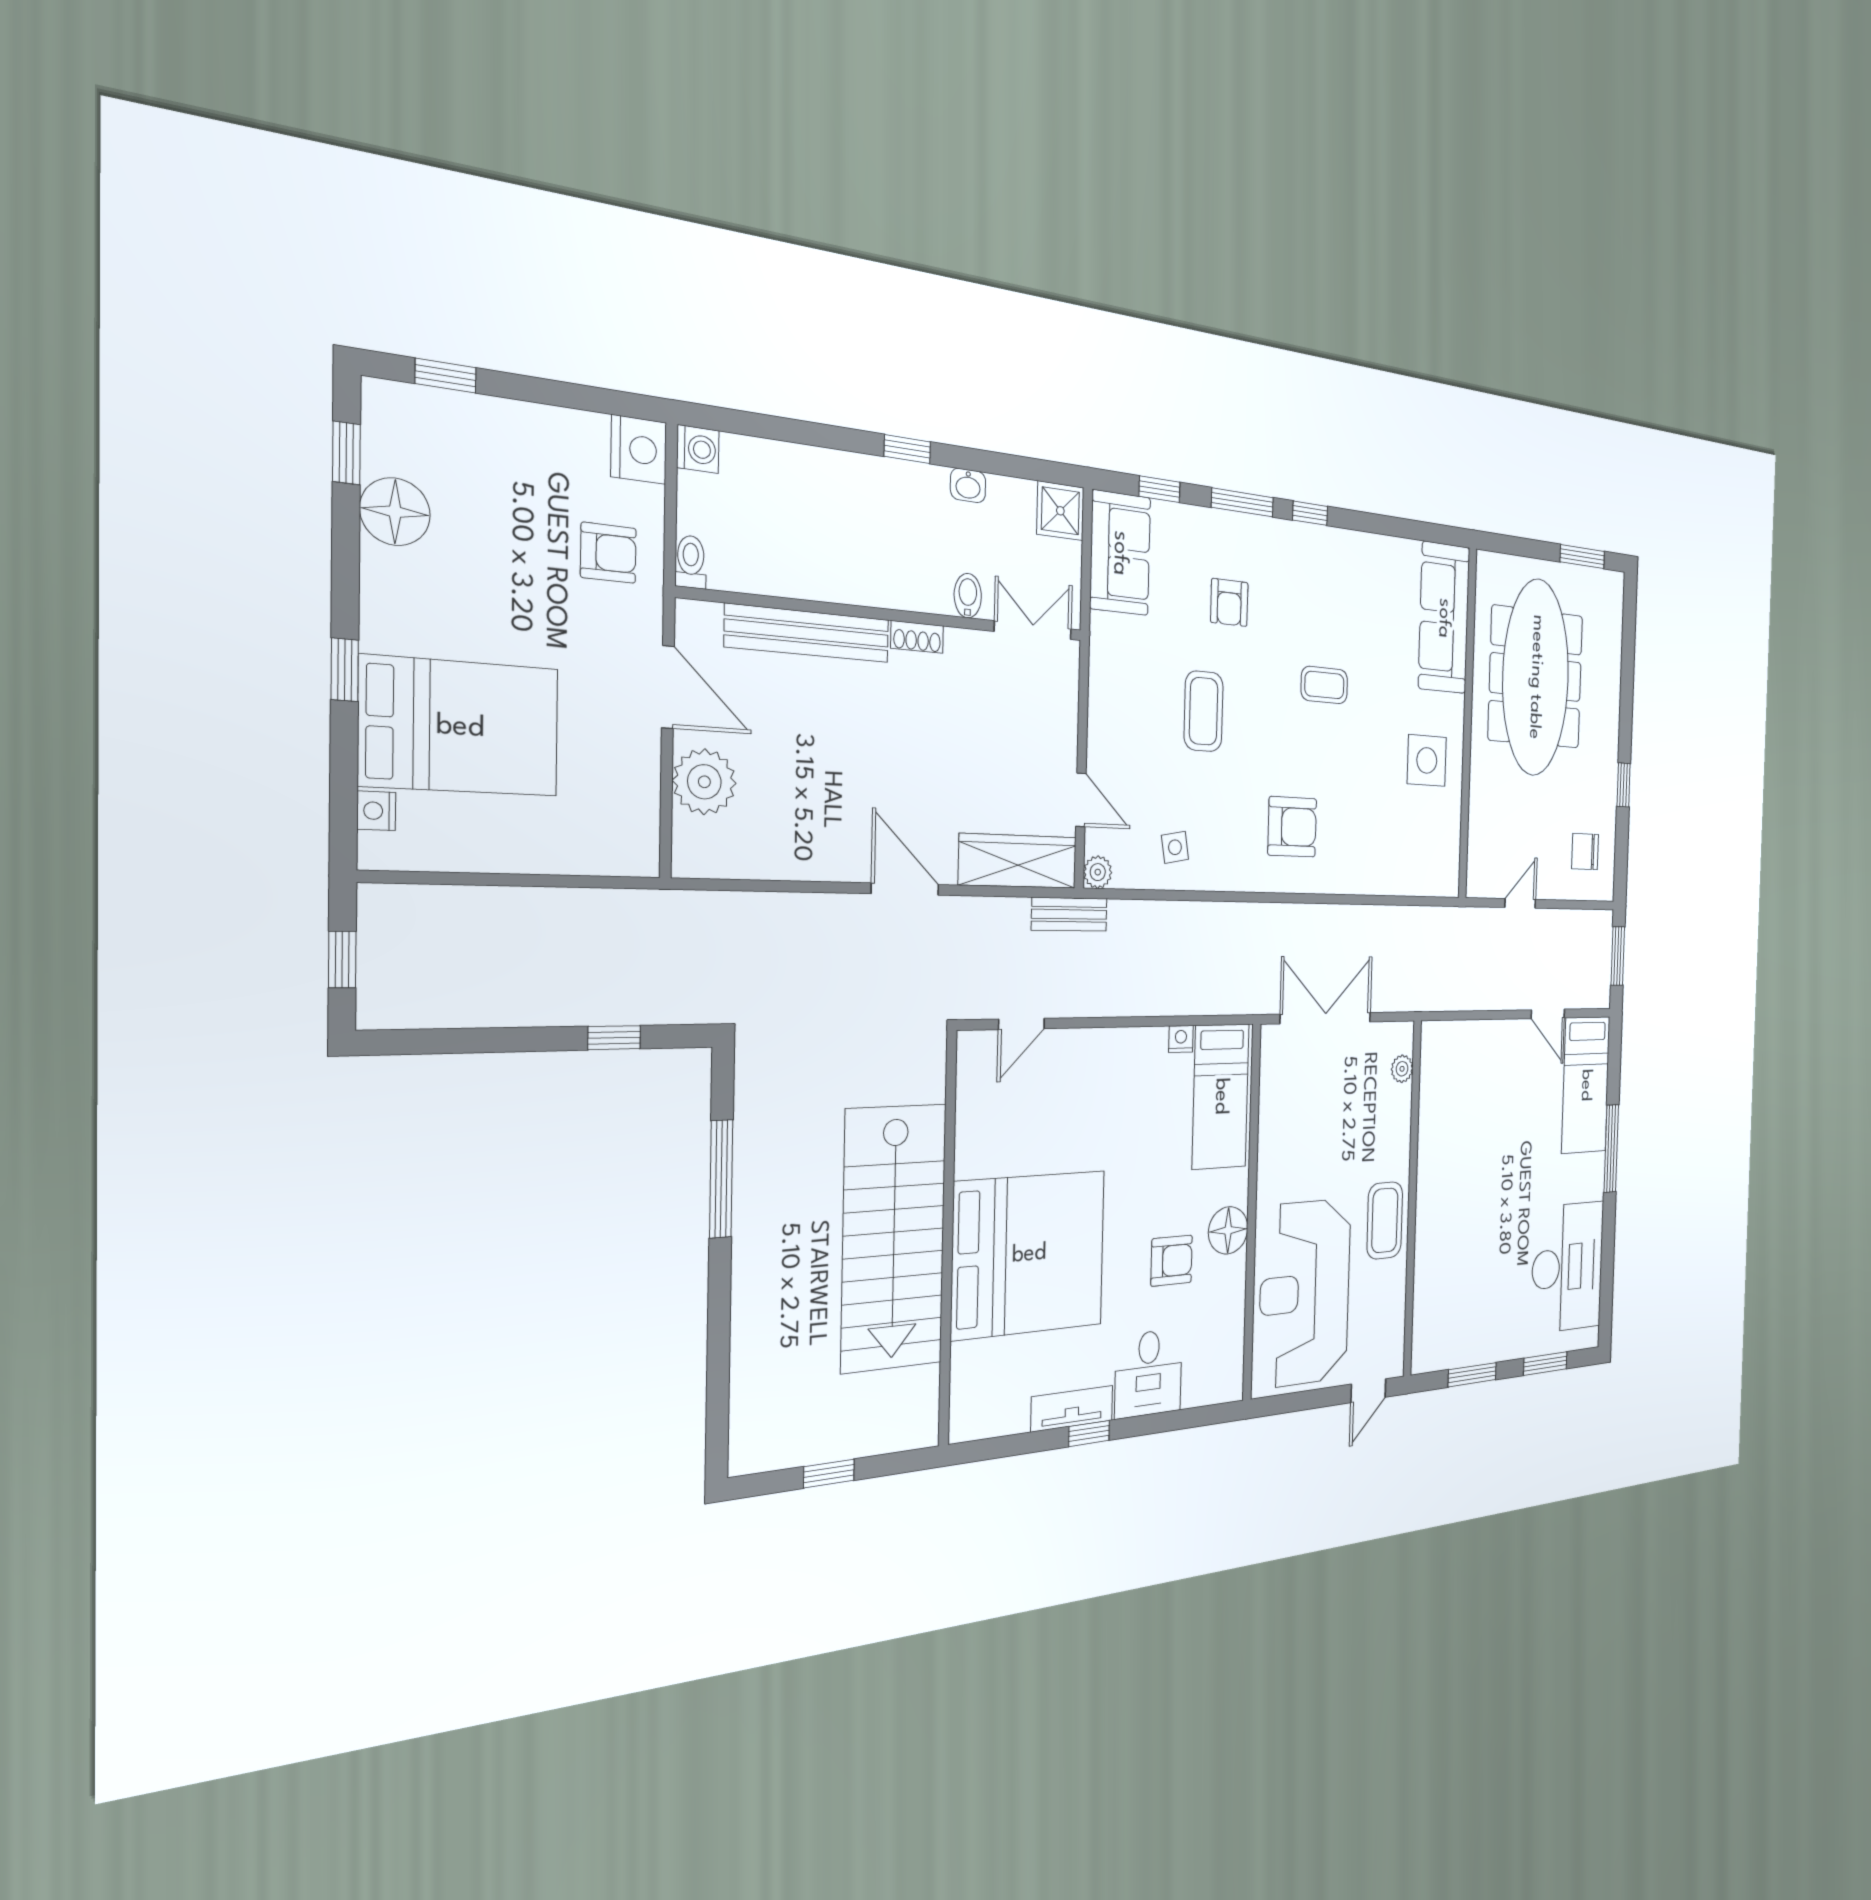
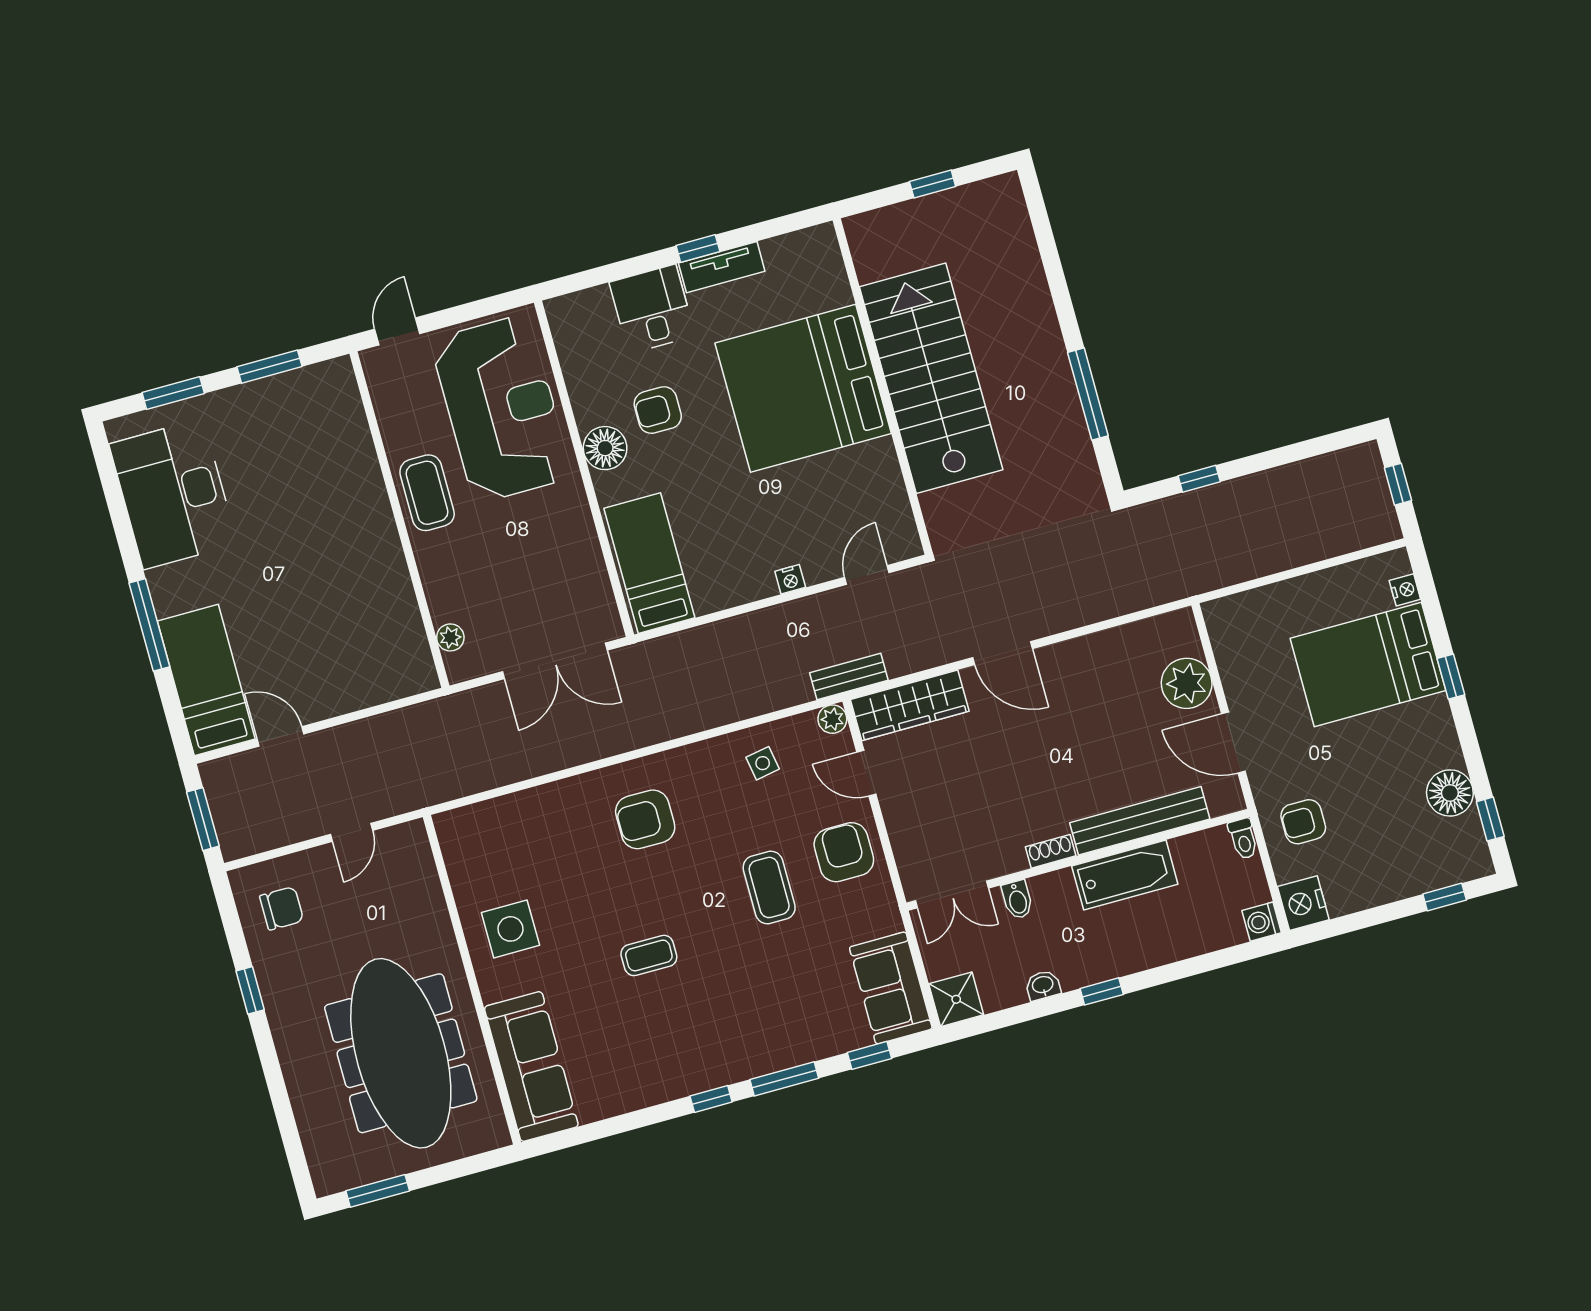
bathtub: (843, 575) -> (1125, 875), added
armchair: (1229, 602) -> (844, 852), moved, width x1.38, depth x1.38
nightstand: (1181, 1039) -> (790, 579), moved

